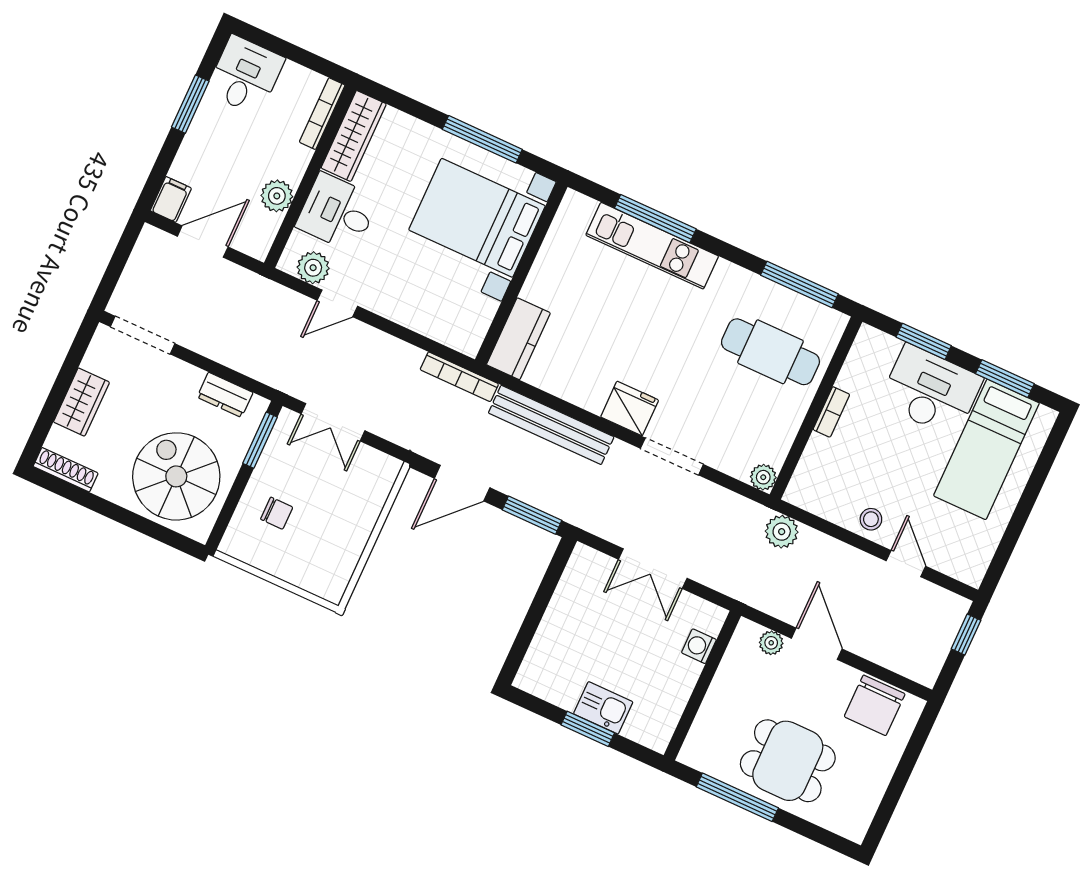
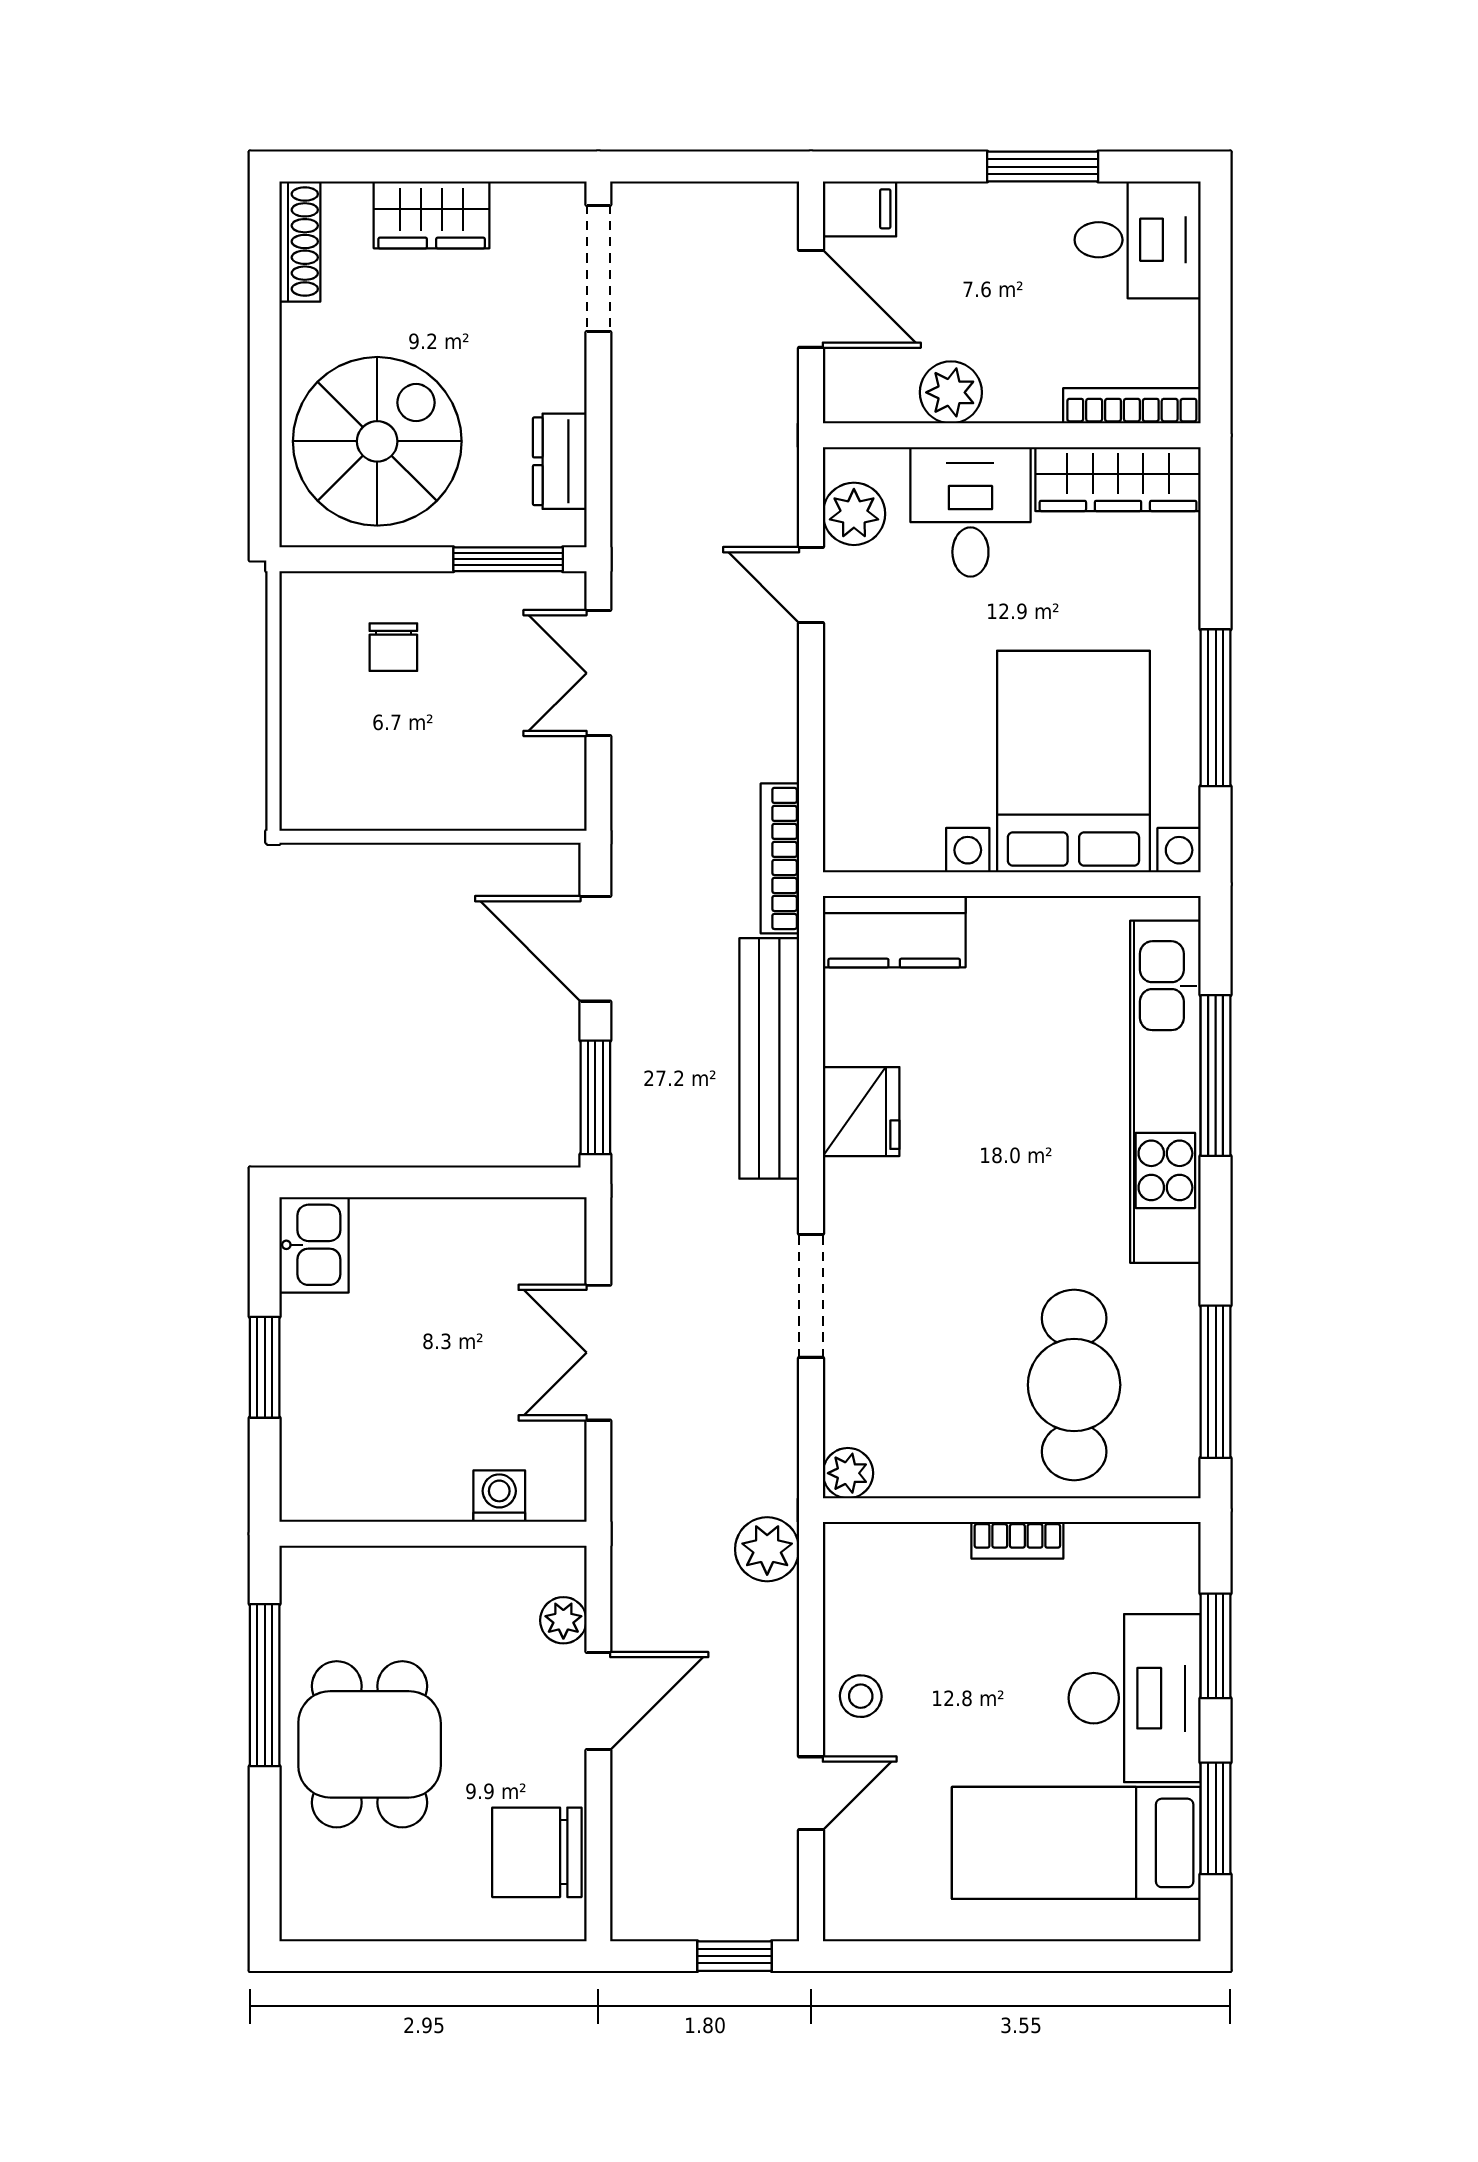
kitchen unit: (652, 246) -> (1165, 1092), width x1.36
fridge: (630, 409) -> (861, 1112), moved
kitchen sink: (603, 708) -> (314, 1245), moved

